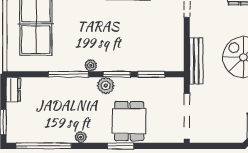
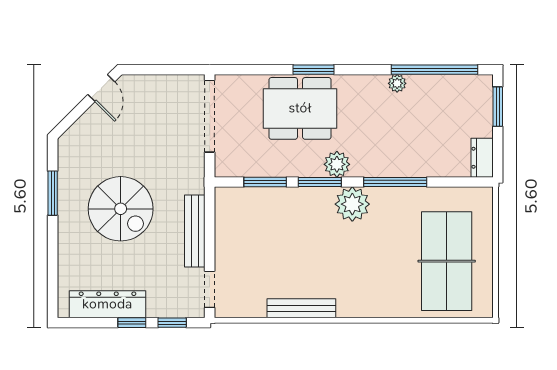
bench: (196, 61) -> (195, 231), moved
plant: (91, 65) -> (352, 204), width x1.87, depth x1.87
dining table: (129, 121) -> (300, 108), width x1.38
plant: (81, 137) -> (397, 83), moved

